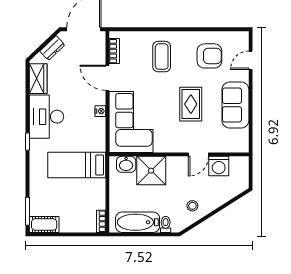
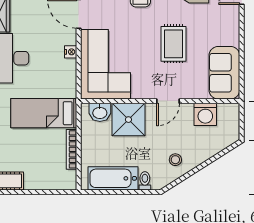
sofa: (235, 105) -> (224, 73), moved
door: (198, 154) -> (168, 101), moved
bookcase: (101, 221) -> (71, 149), moved, width x1.56

